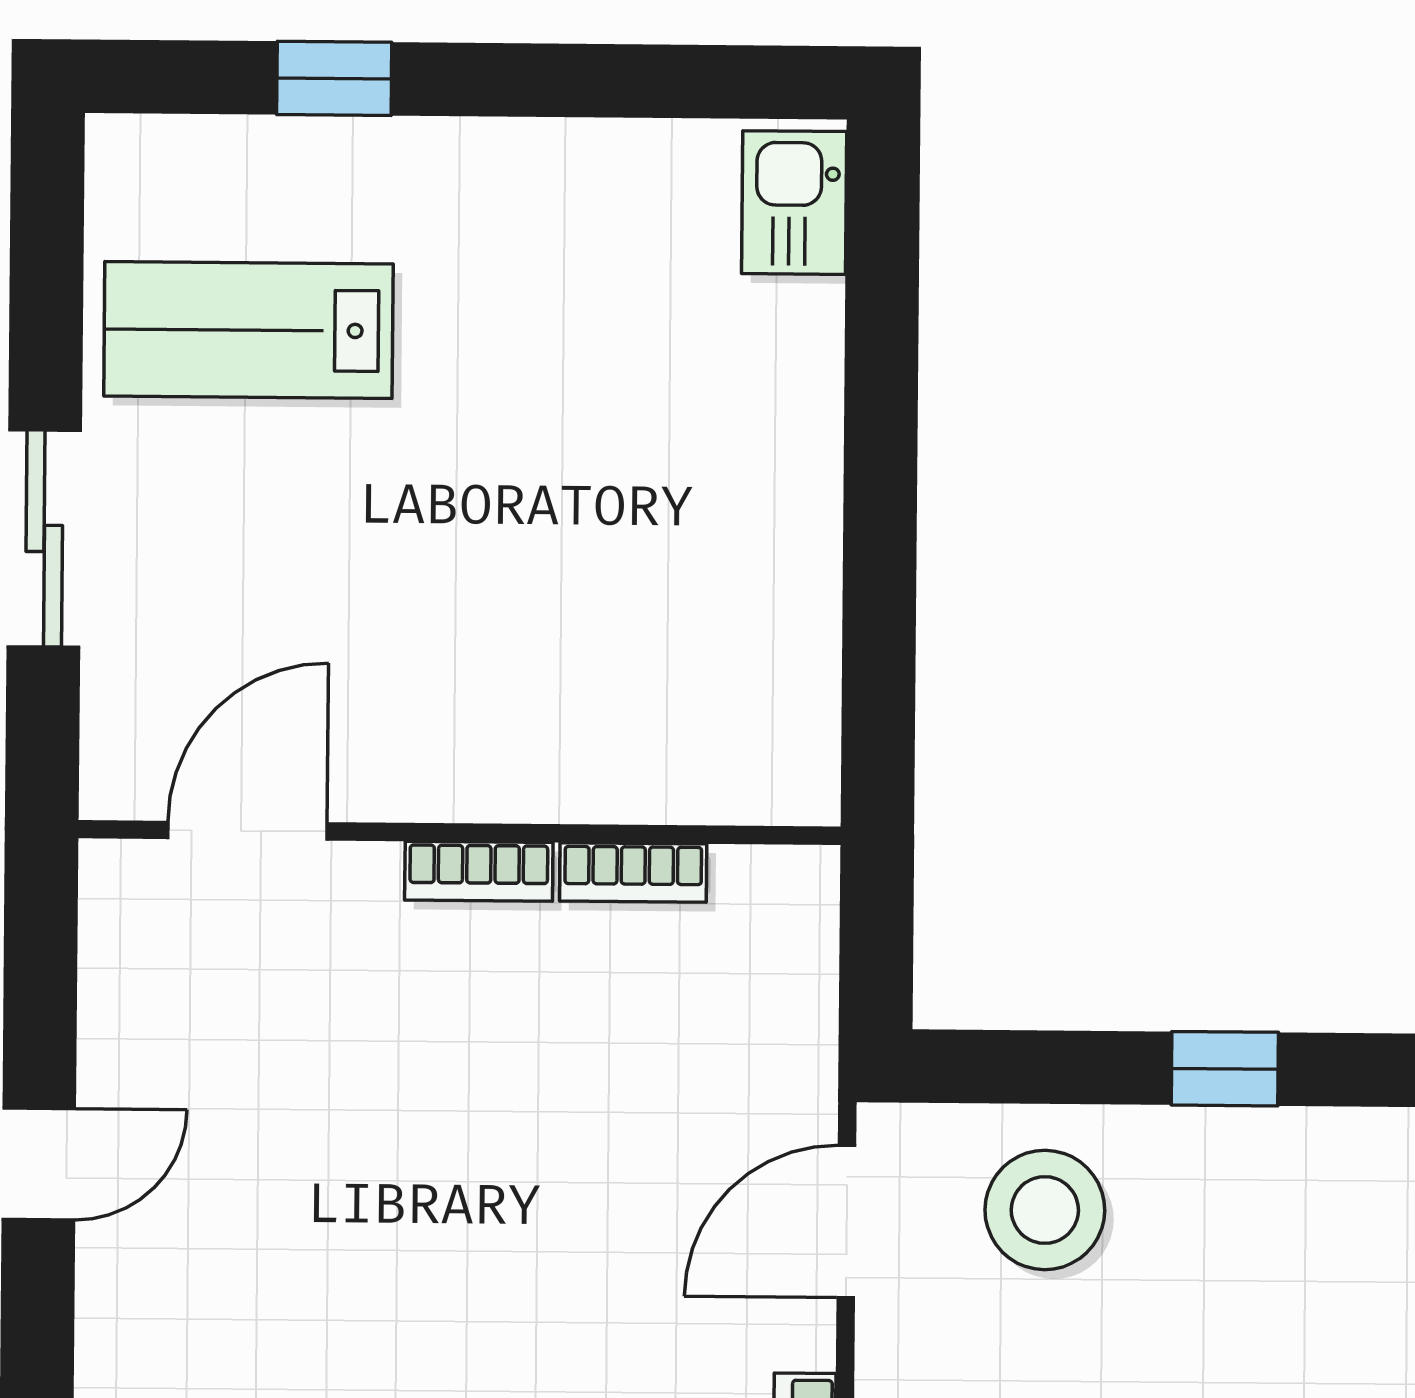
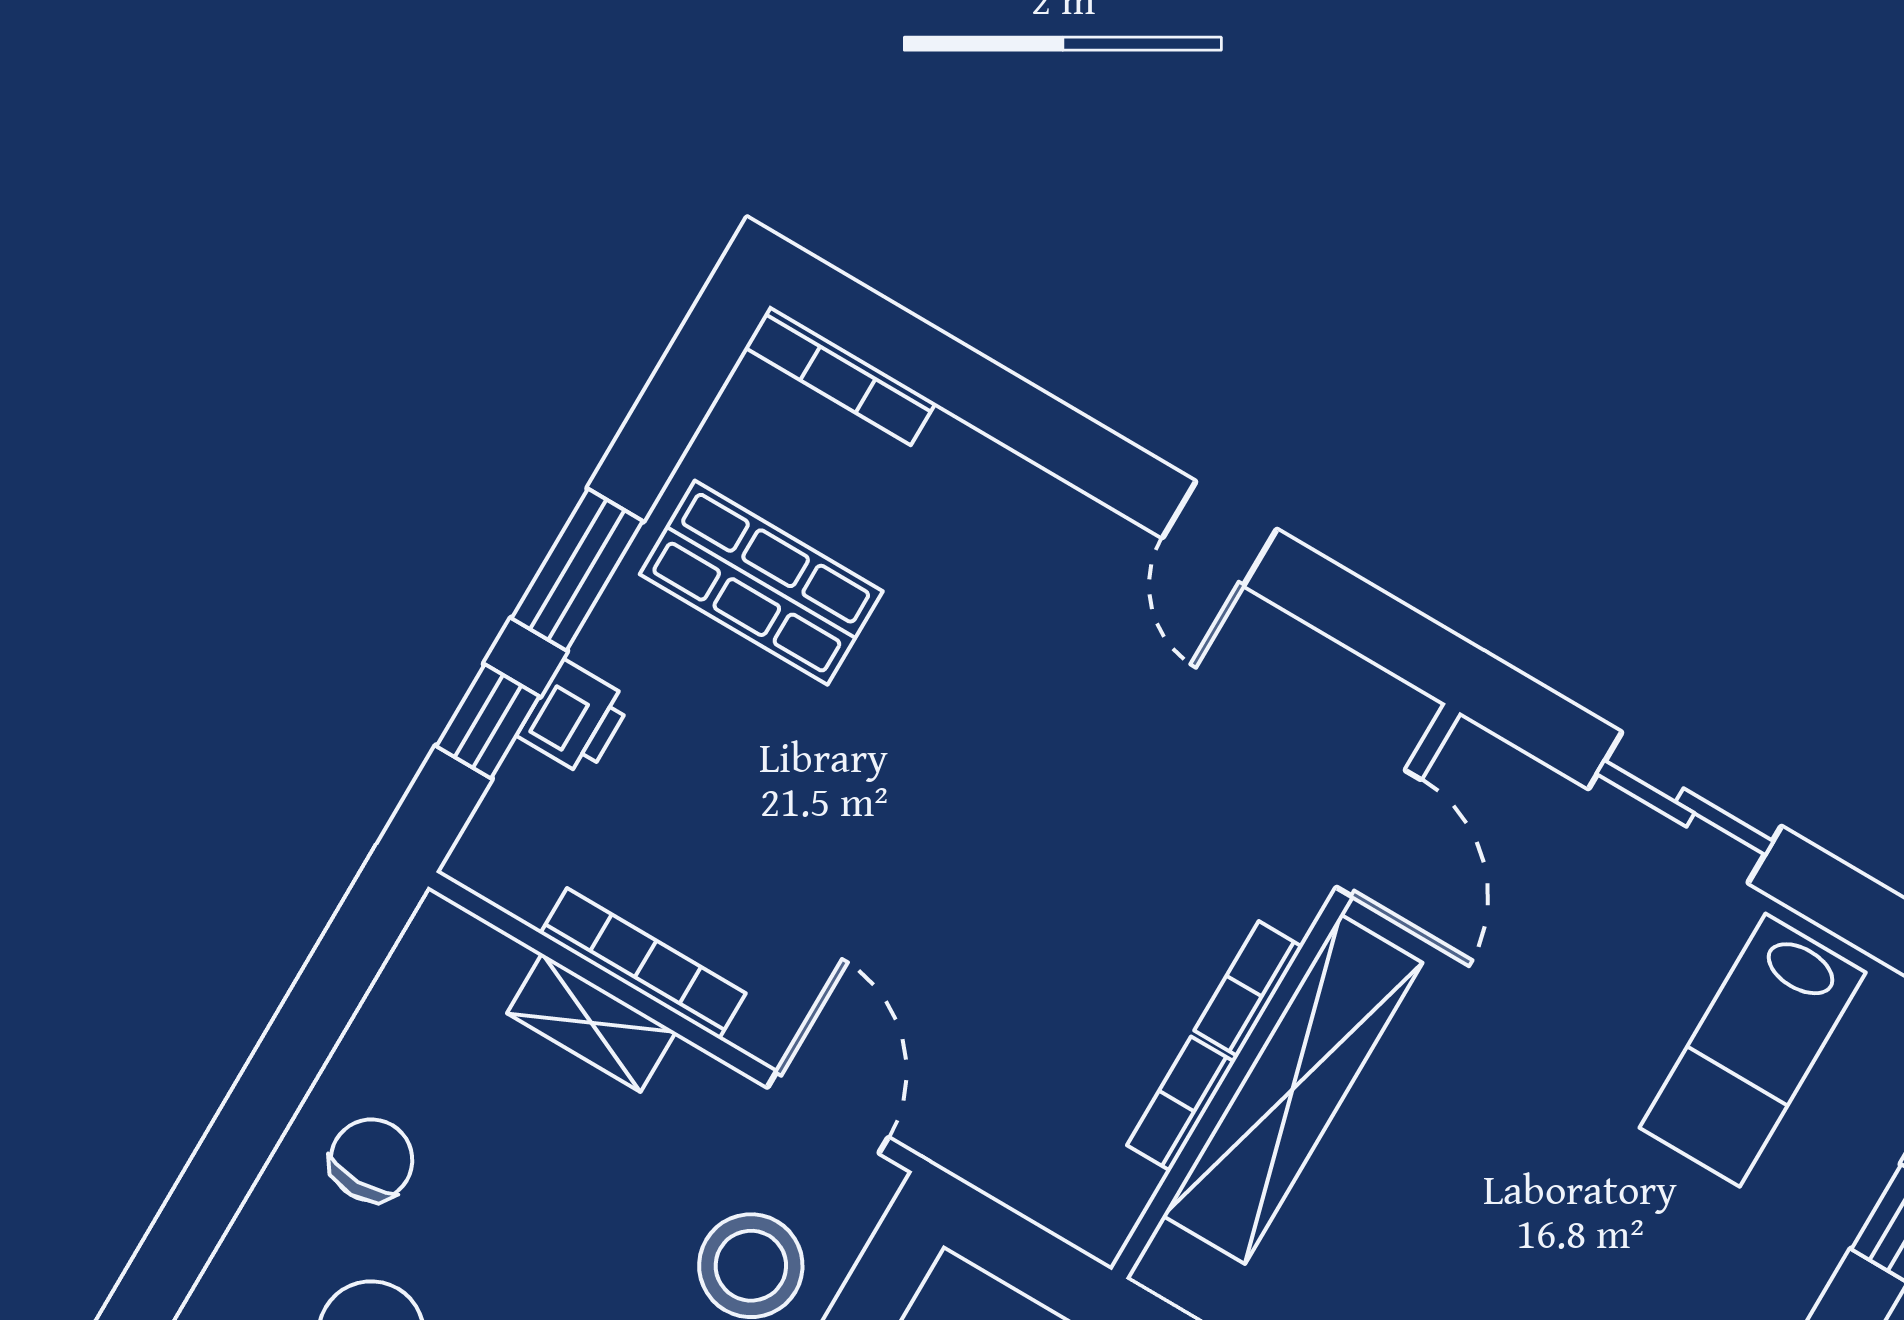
lab bench: (248, 330) -> (1753, 1050), turned 180
shelving: (554, 769) -> (1293, 1089), added

